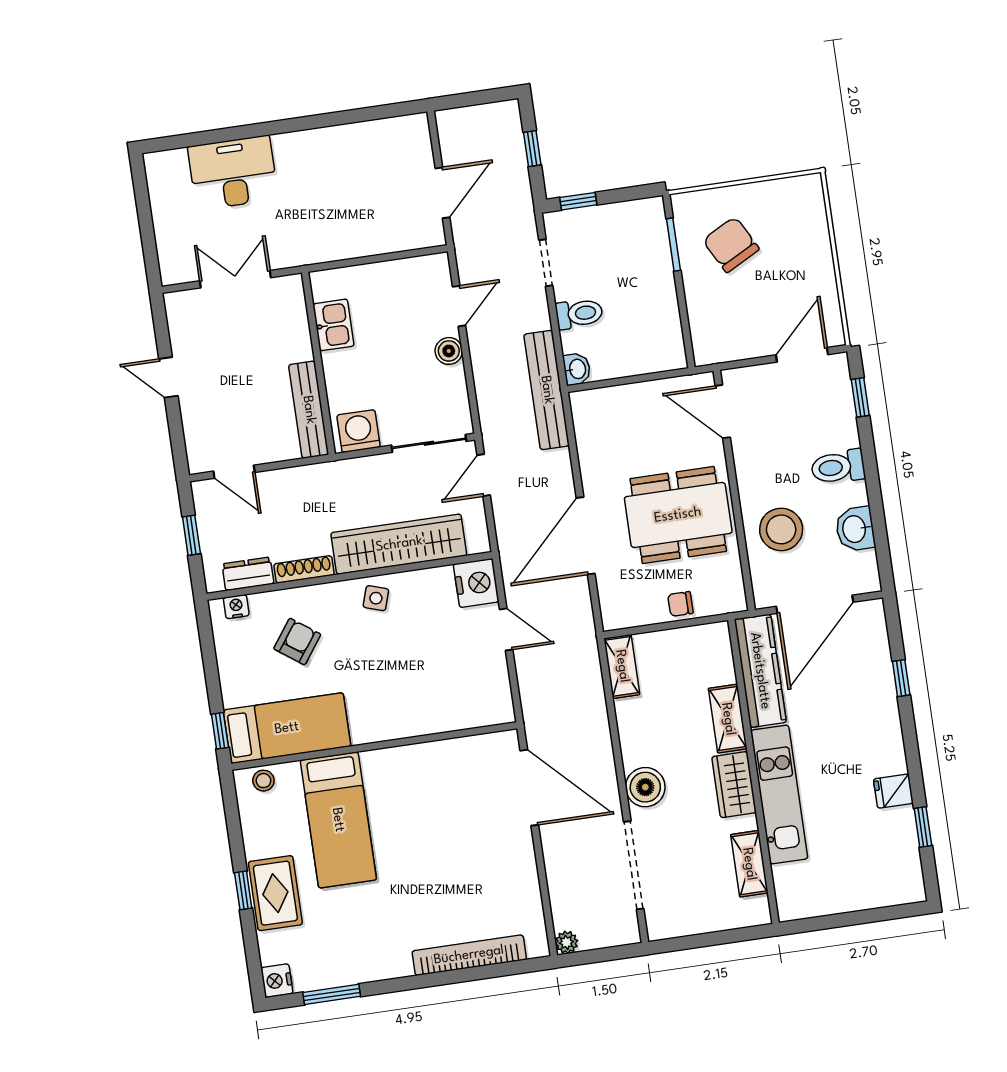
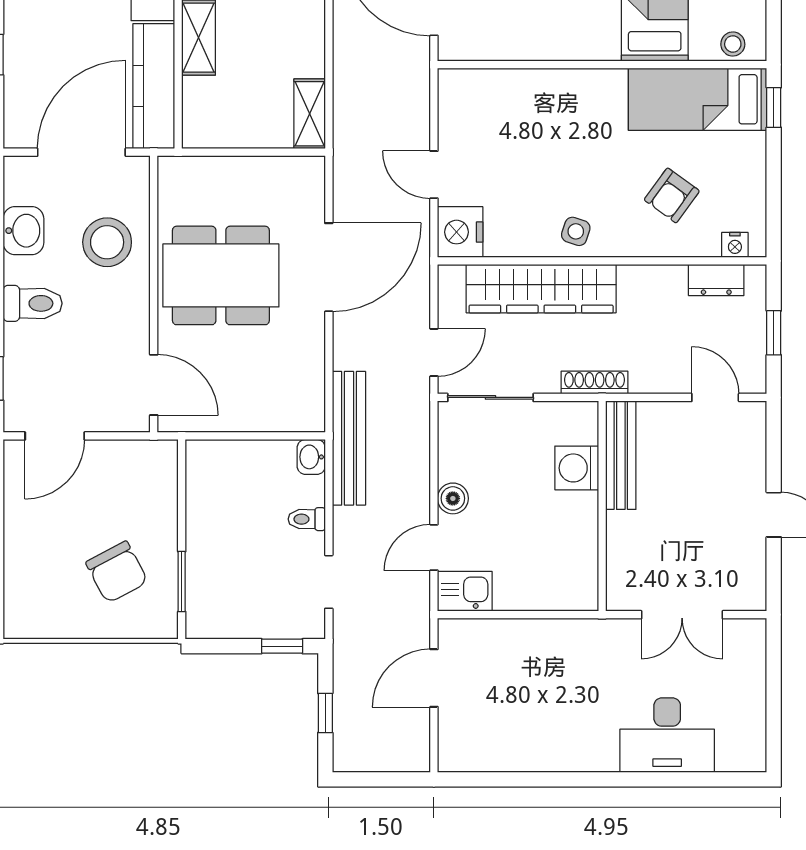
toilet: (579, 314) -> (307, 519), width x0.73, depth x0.72
kitchen sink: (333, 325) -> (465, 591), moved, turned 90
washing machine: (359, 431) -> (577, 468), moved, turned 90
shoe rack: (304, 569) -> (595, 383), moved, turned 180
chair: (680, 604) -> (233, 175), removed

